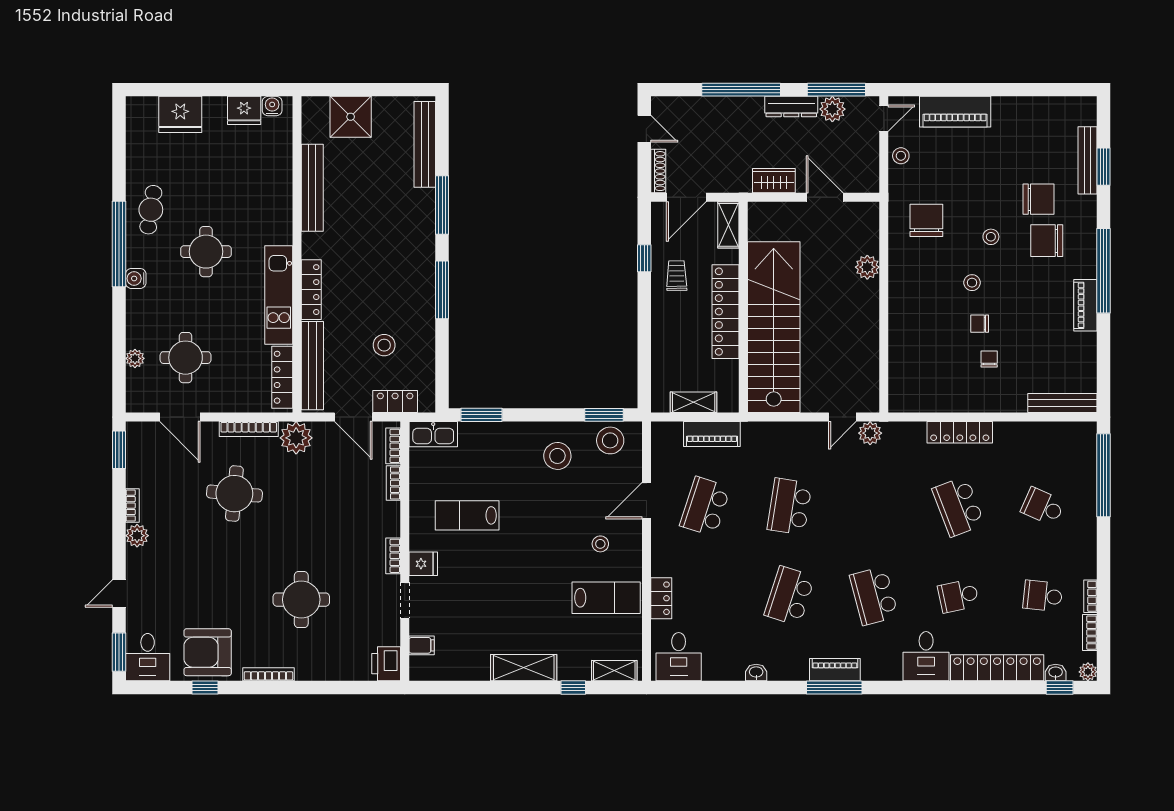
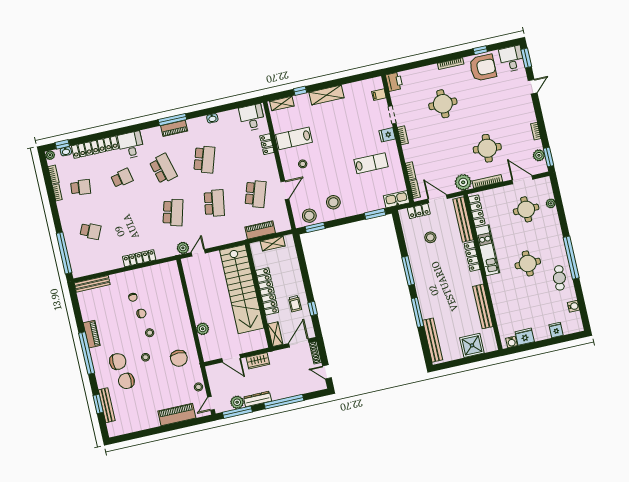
fridge: (180, 114) -> (556, 330), width x0.53, depth x0.75
water cooler: (136, 278) -> (574, 306), moved
school desk: (958, 506) -> (173, 212), moved, turned 36
plant: (137, 536) -> (539, 155), moved

